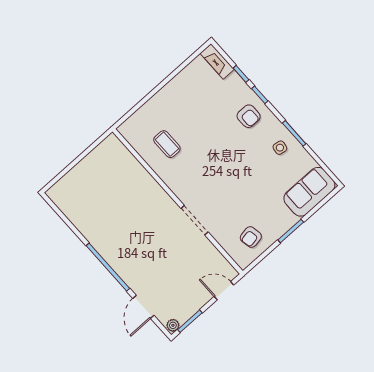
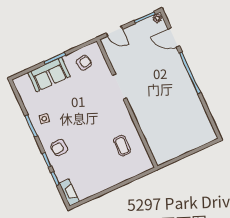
armchair: (249, 116) -> (59, 148), turned -96
sofa: (309, 192) -> (49, 74), moved
door: (143, 307) -> (174, 37), swing flipped

